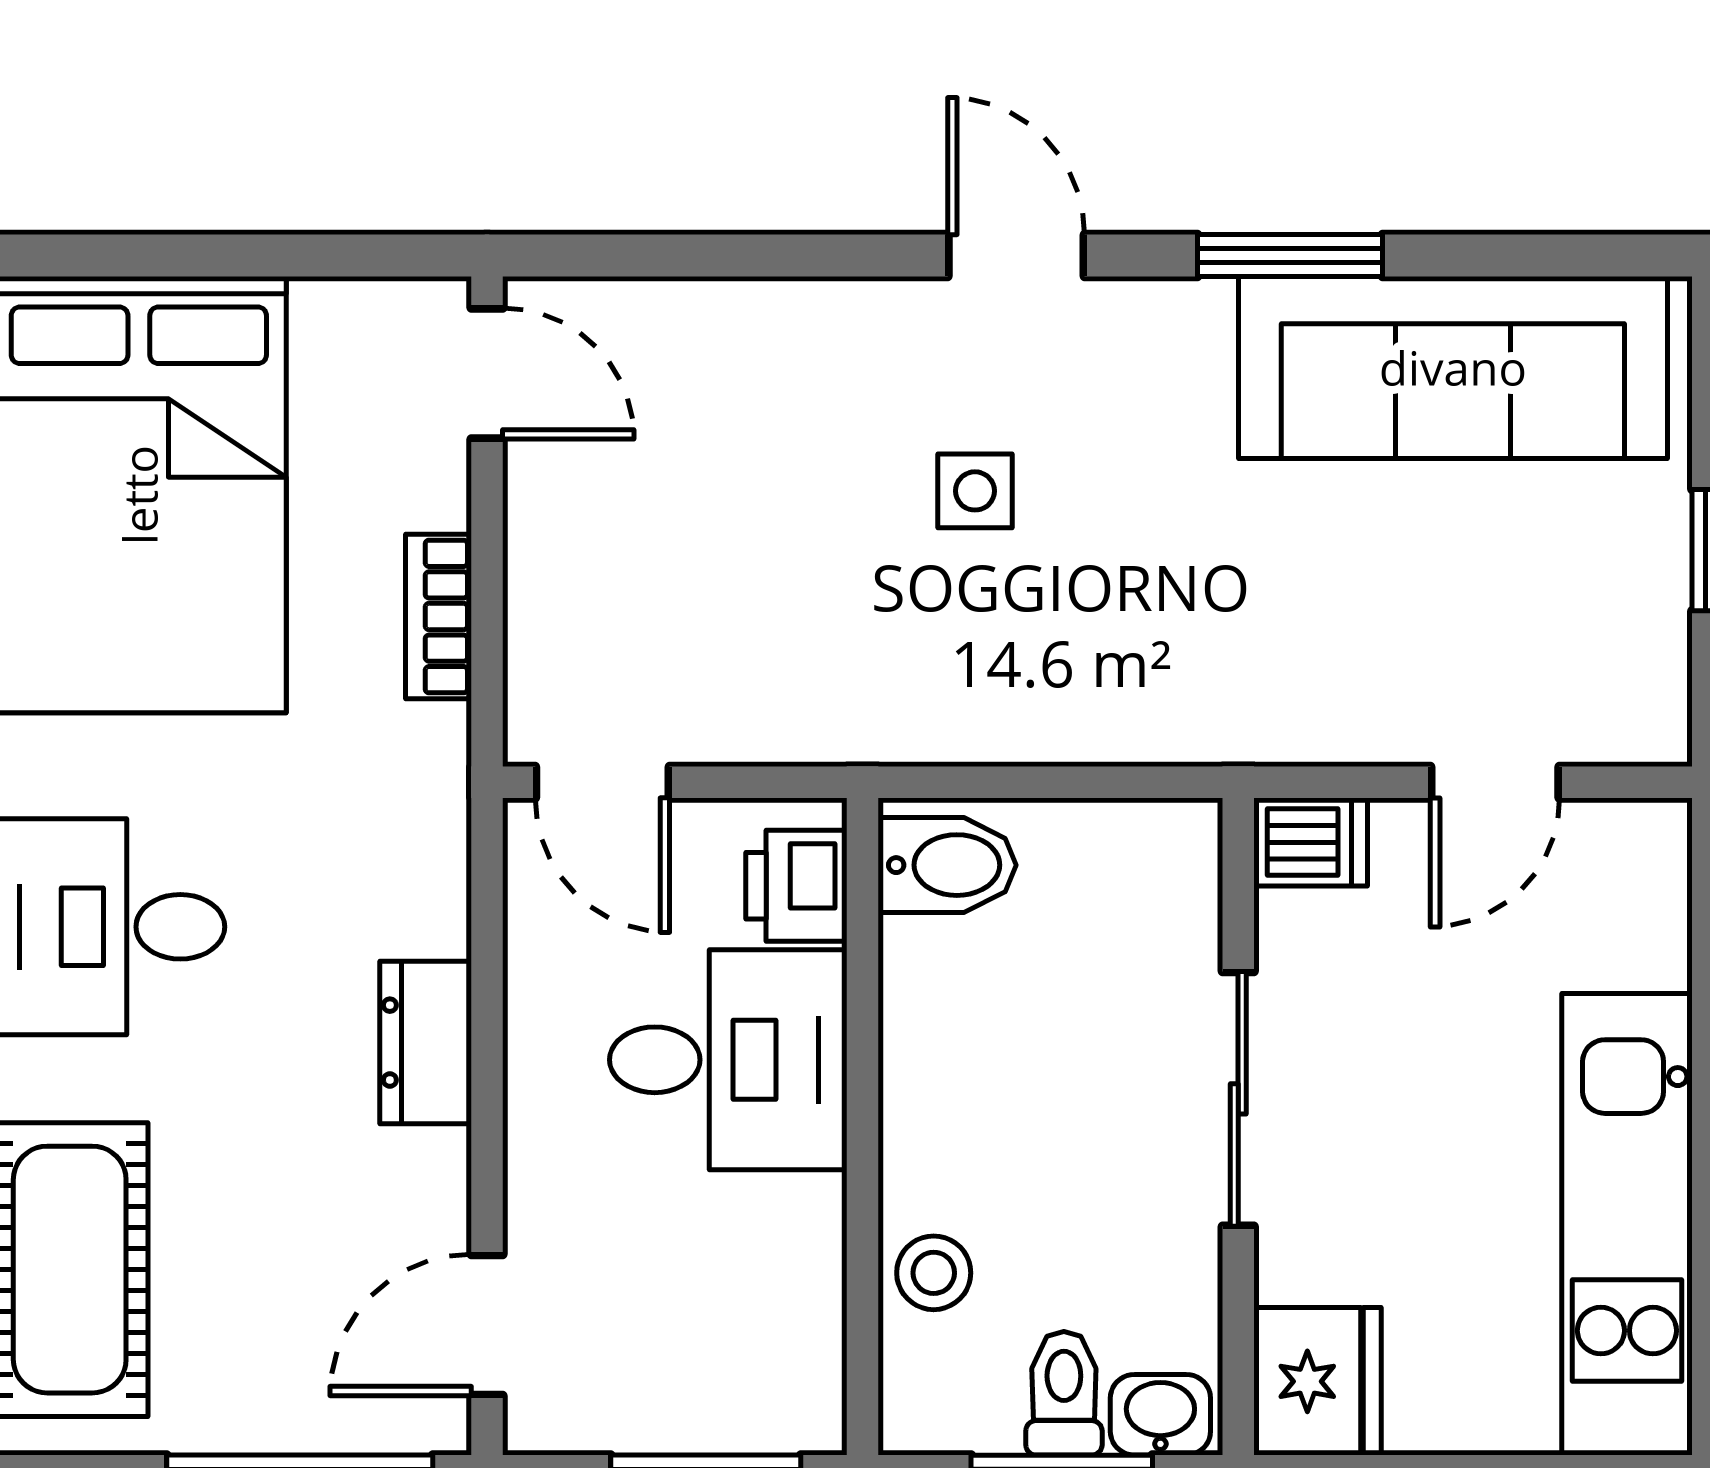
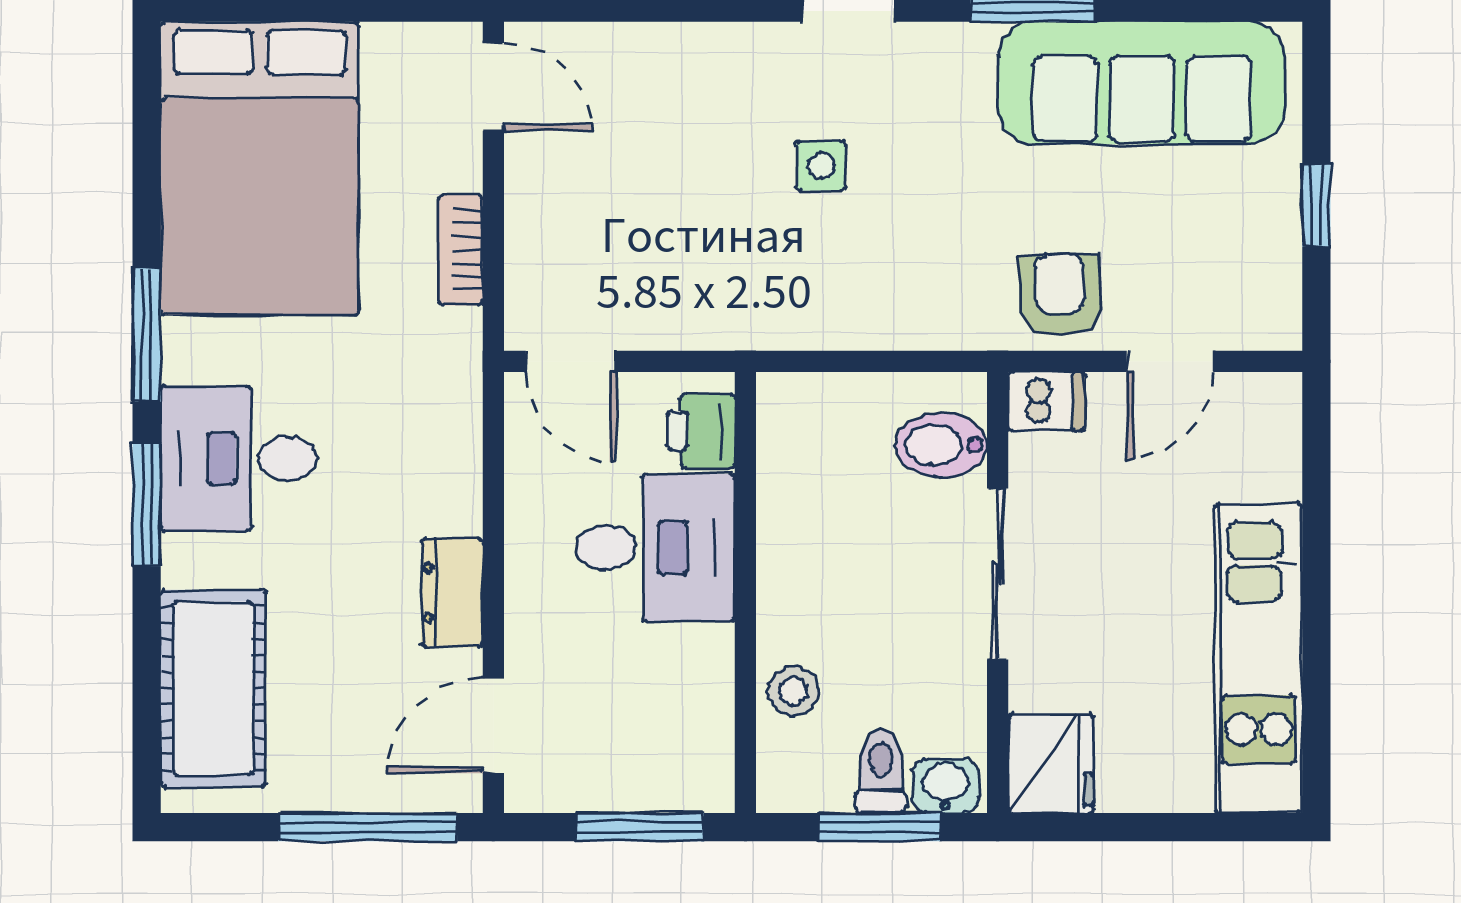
armchair: (1331, 684) -> (1060, 295), added
bidet: (947, 865) -> (941, 445), moved, turned 180
dresser: (426, 1043) -> (452, 593), moved

